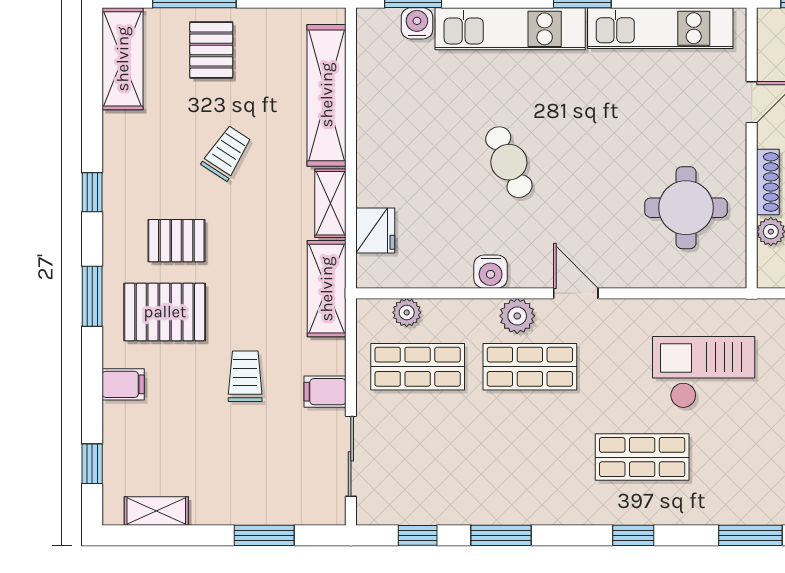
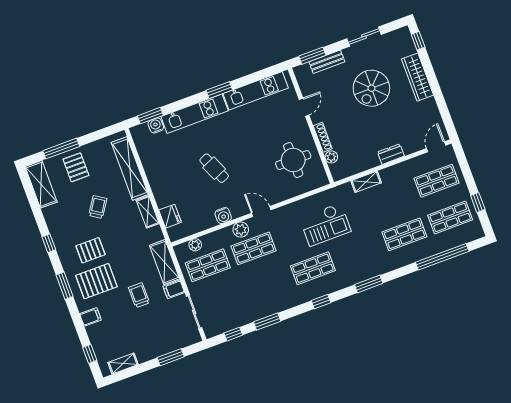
shelving: (327, 289) -> (164, 262), moved
checkout: (704, 372) -> (325, 224), turned 180

